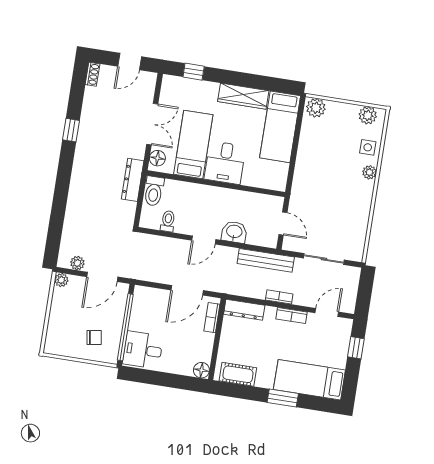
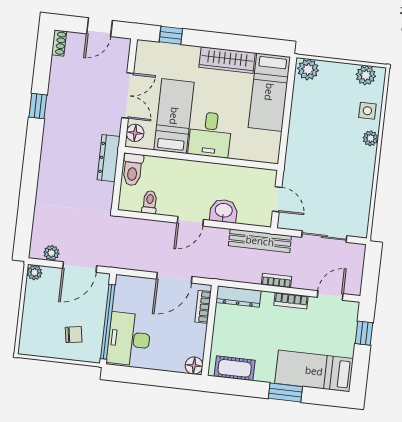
desk: (143, 350) -> (129, 339), width x1.37

